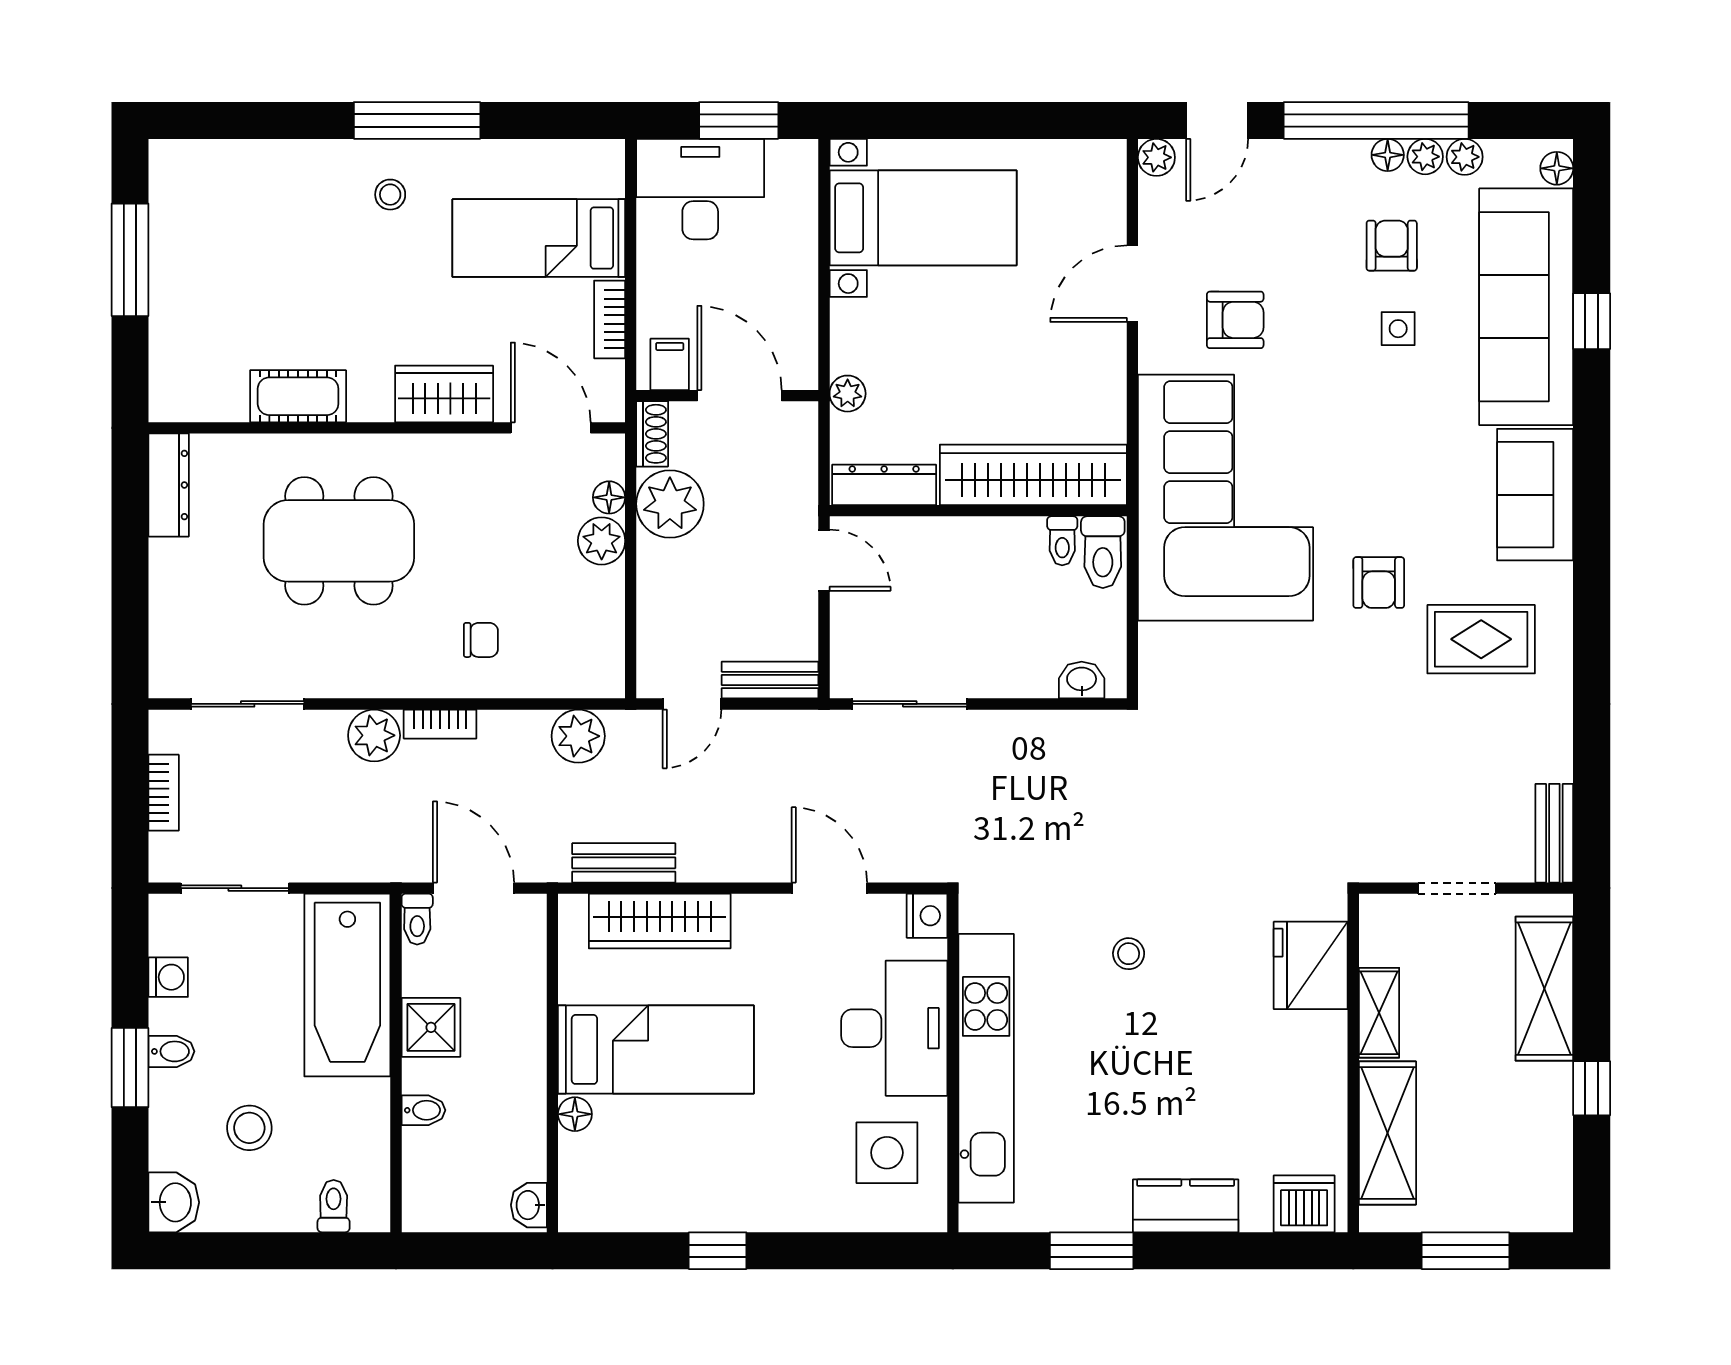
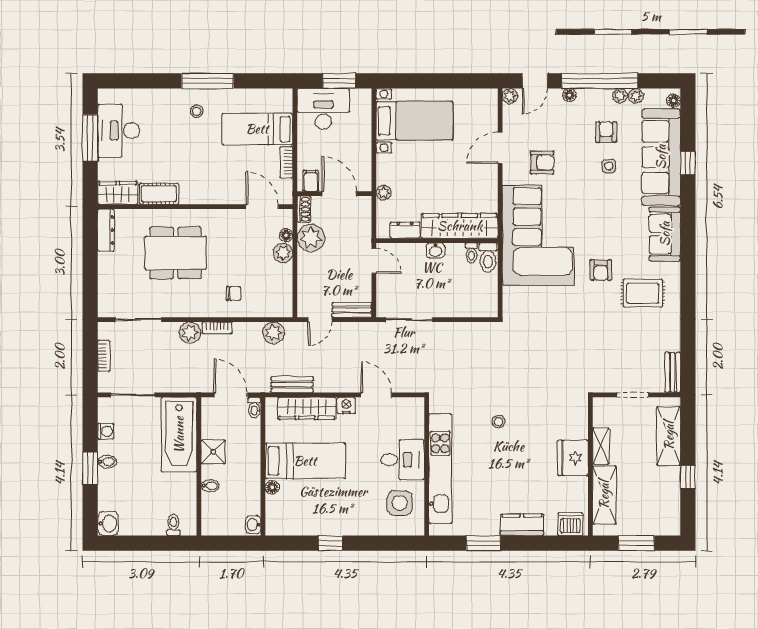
floor lamp: (1388, 155) -> (569, 95), moved
desk: (200, 242) -> (119, 131), added
wardrobe: (444, 394) -> (118, 193), moved
dresser: (884, 485) -> (405, 230), width x0.70
washbasin: (1082, 680) -> (435, 250), moved, turned 180
nightstand: (927, 916) -> (346, 405), moved, turned -90
toilet: (417, 919) -> (254, 408), moved
fridge: (1311, 965) -> (573, 458), moved
desk: (894, 1028) -> (403, 460), width x0.73
stool: (249, 1128) -> (139, 493), removed

